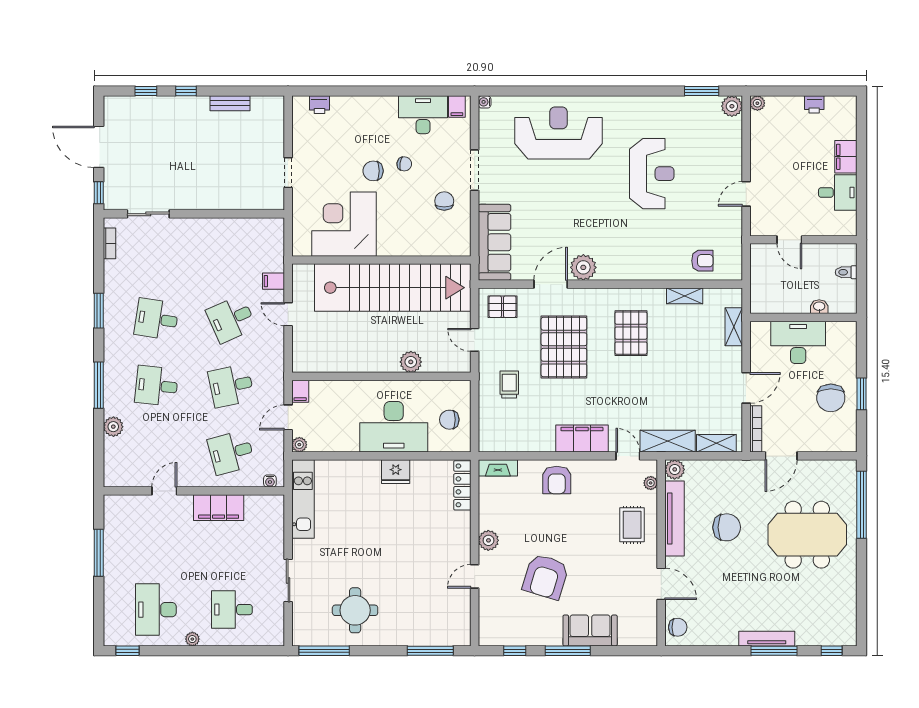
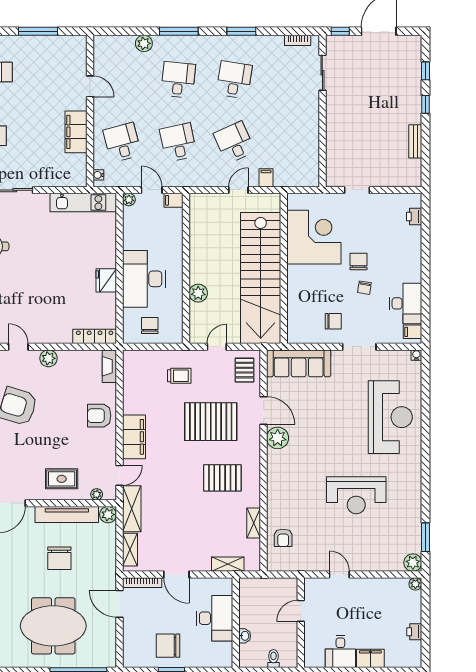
meeting table: (807, 535) -> (53, 626), turned 90

